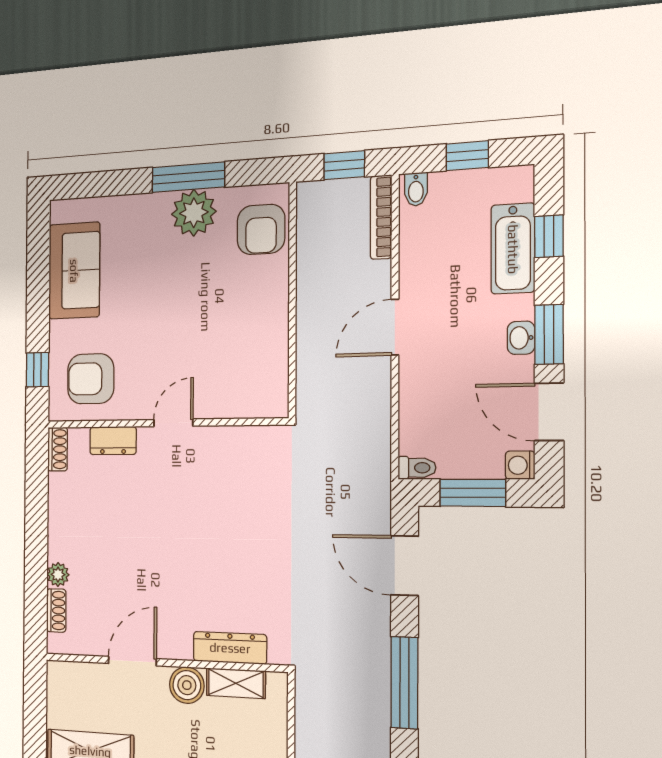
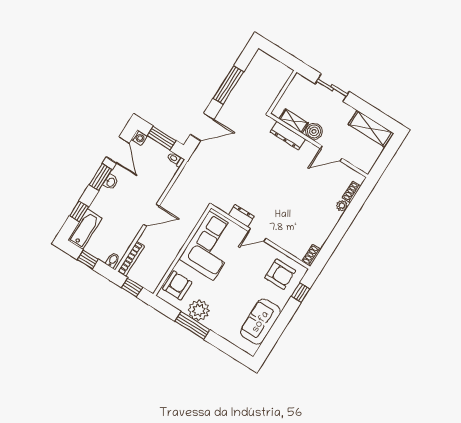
bathtub: (513, 249) -> (85, 229), moved
corner sofa: (244, 346) -> (211, 246), added
dresser: (113, 441) -> (241, 216), moved
door: (405, 566) -> (202, 127), hinge flipped

